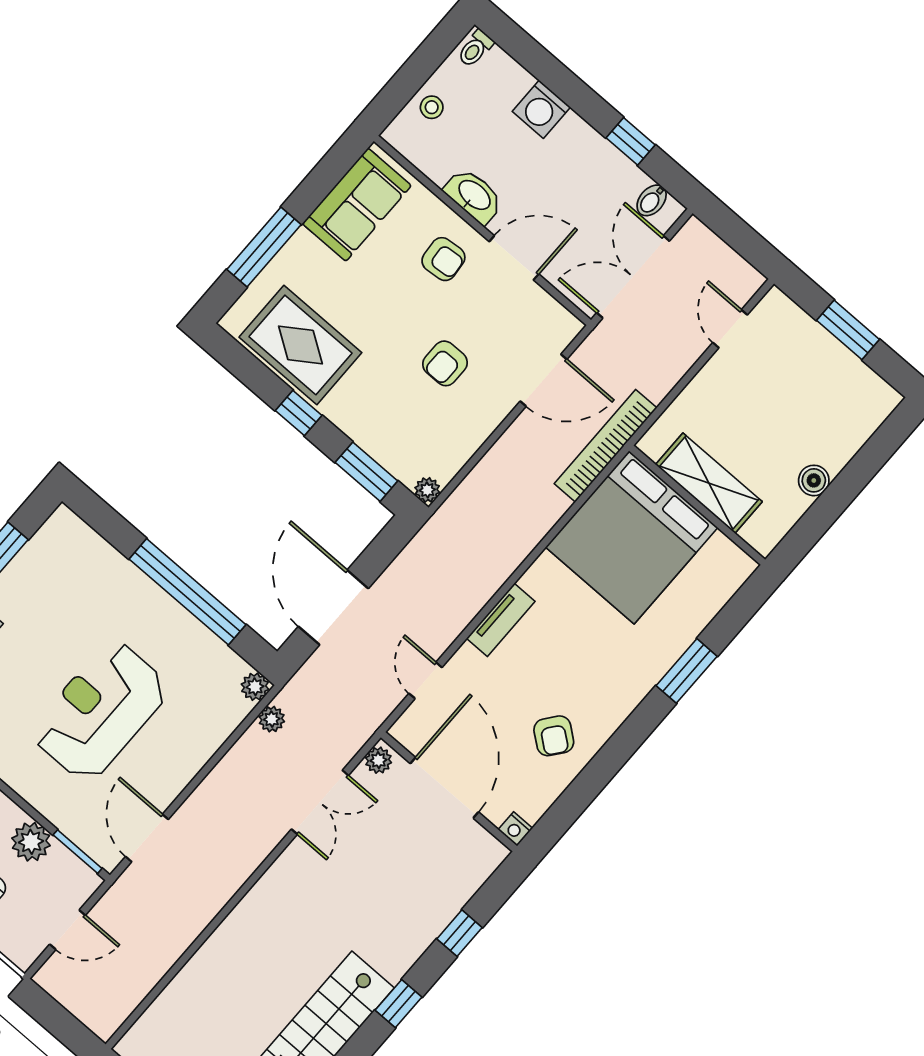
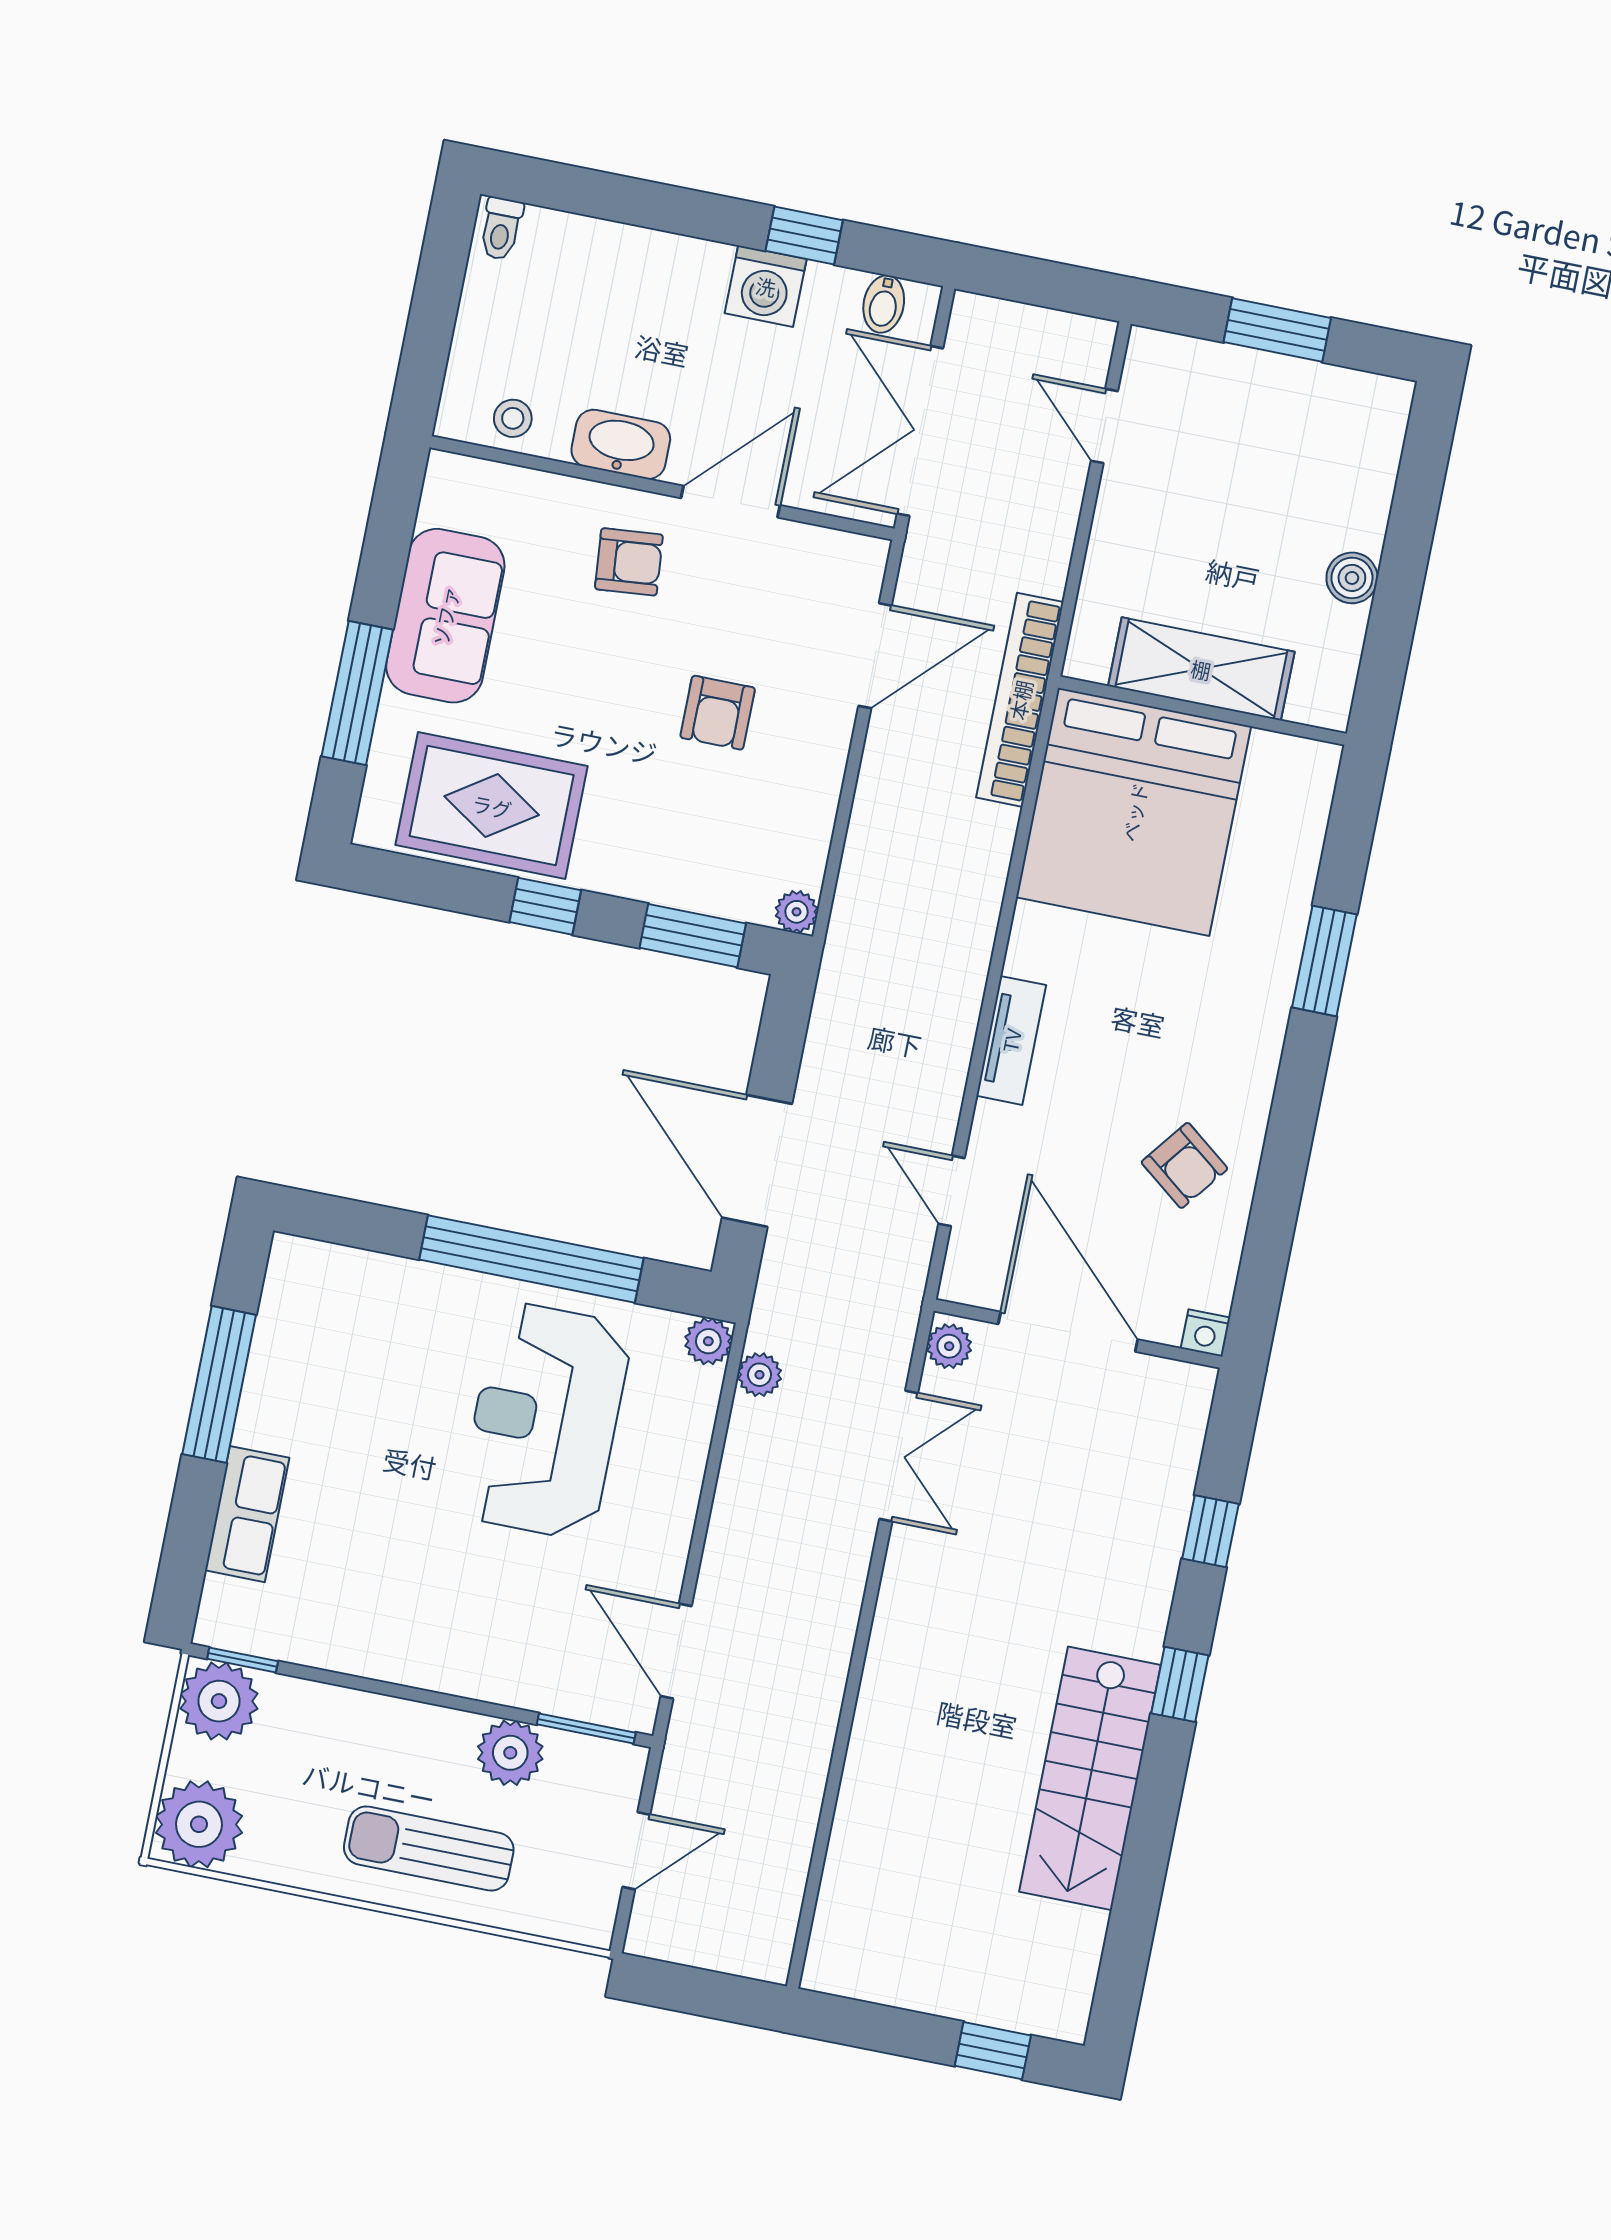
stool: (432, 107) -> (513, 418), moved
washing machine: (541, 109) -> (766, 286), moved
sofa: (357, 205) -> (445, 616), moved
reception desk: (100, 711) -> (545, 1421), moved

